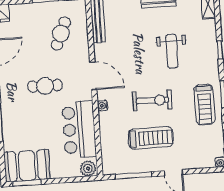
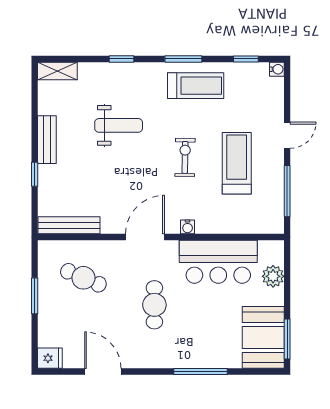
exercise bike: (152, 100) -> (185, 157), width x0.73, depth x0.72
plant: (88, 168) -> (273, 276), moved

